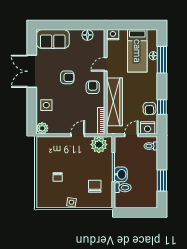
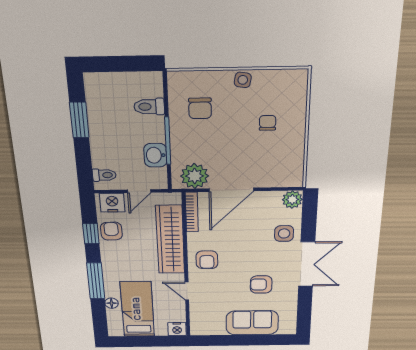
floor lamp: (87, 35) -> (216, 328), removed
sofa: (53, 39) -> (252, 323), moved
window: (162, 60) -> (96, 281), moved
door: (106, 64) -> (187, 291), swing flipped
double door: (32, 71) -> (307, 264), moved
armchair: (67, 77) -> (261, 284), moved
door: (78, 135) -> (231, 190), width x1.88
washbasin: (121, 174) -> (155, 155), moved

